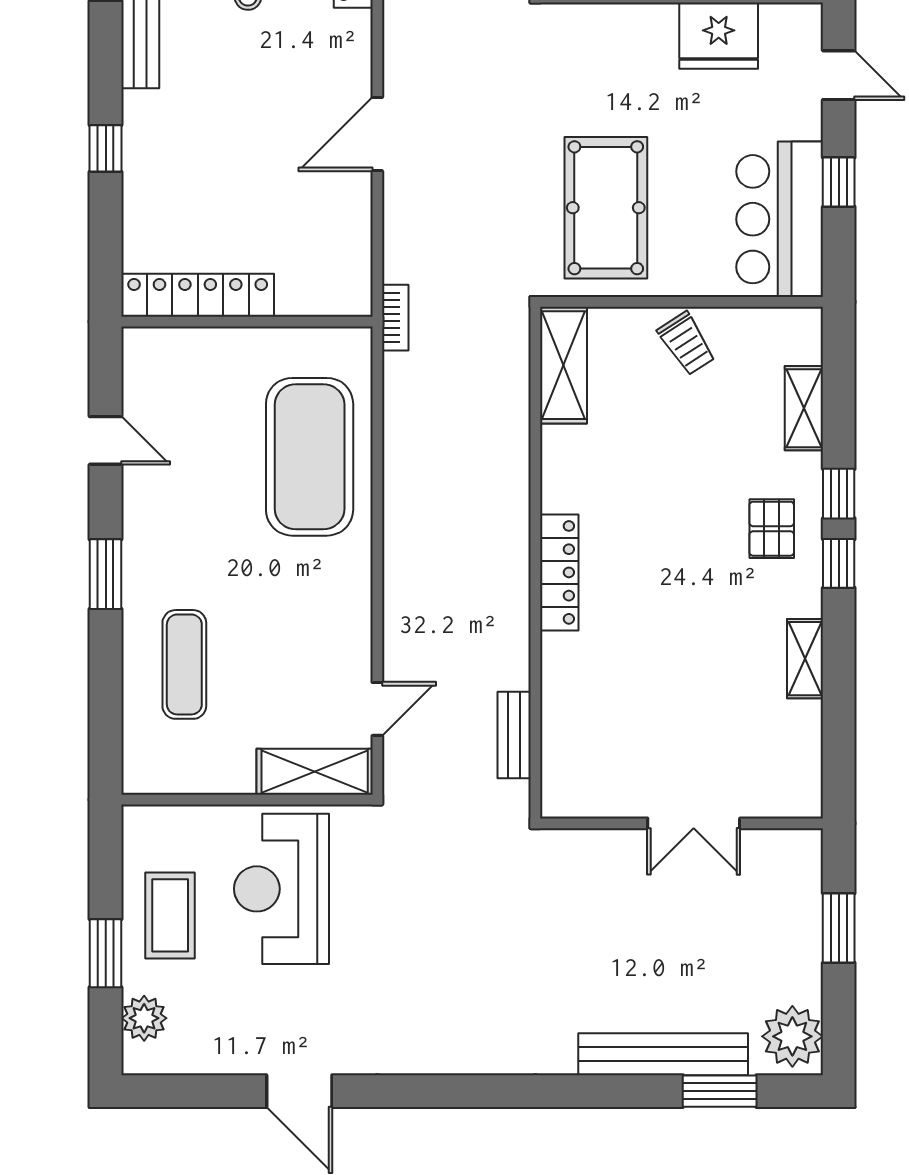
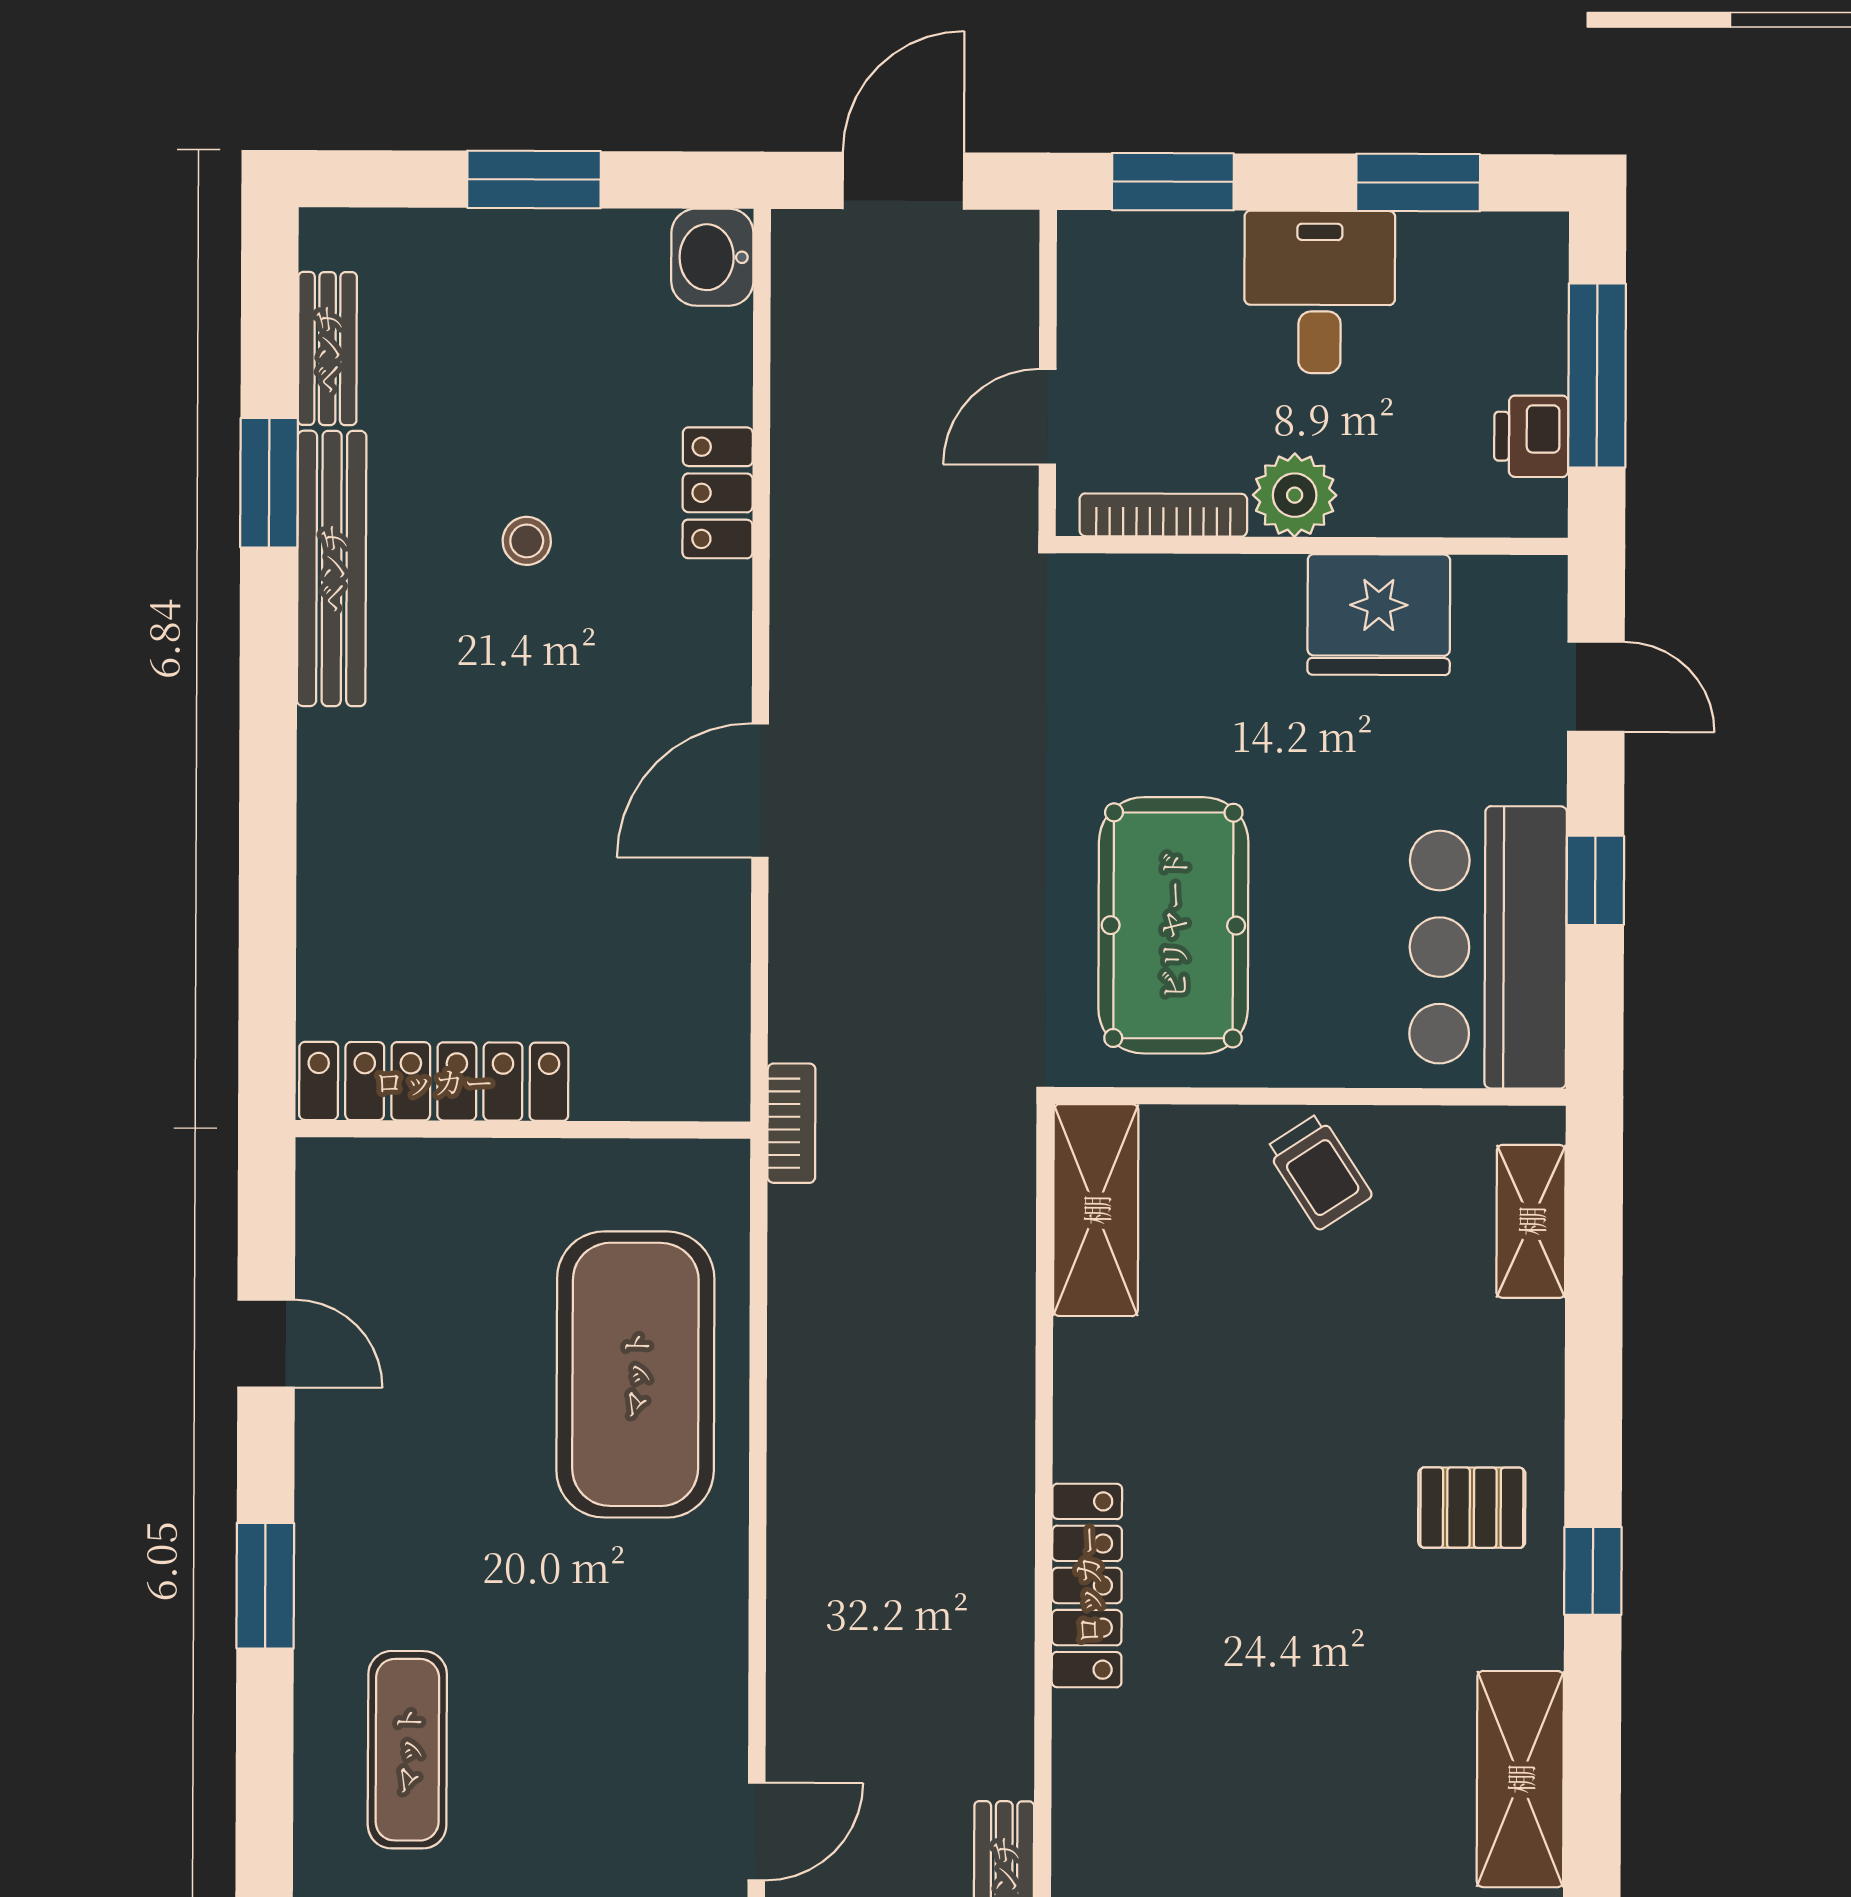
window: (106, 148) -> (268, 815), removed
shelving: (804, 408) -> (1531, 1221), moved
window: (839, 494) -> (1593, 1445), removed
pallet: (772, 529) -> (1472, 1508), turned 90
shelving: (805, 659) -> (1520, 1779), width x1.50, depth x1.33

